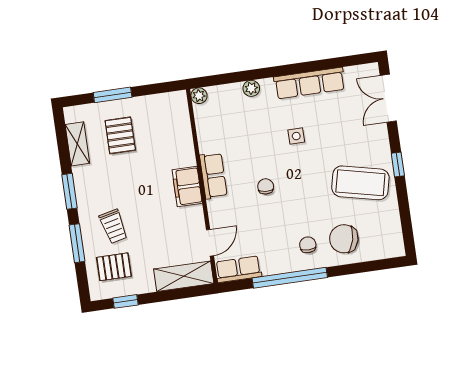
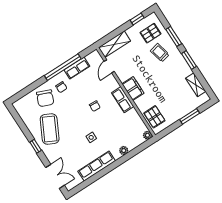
pallet: (120, 135) -> (154, 117), moved
coffee table: (360, 183) -> (50, 129), turned -76
chair: (344, 239) -> (45, 98), turned 98
row of seats: (238, 269) -> (77, 68), moved

